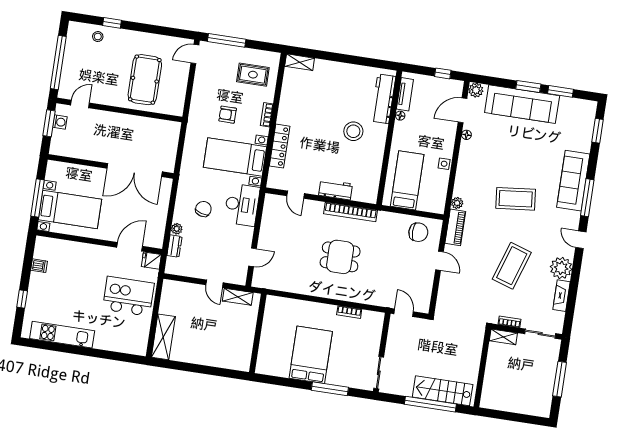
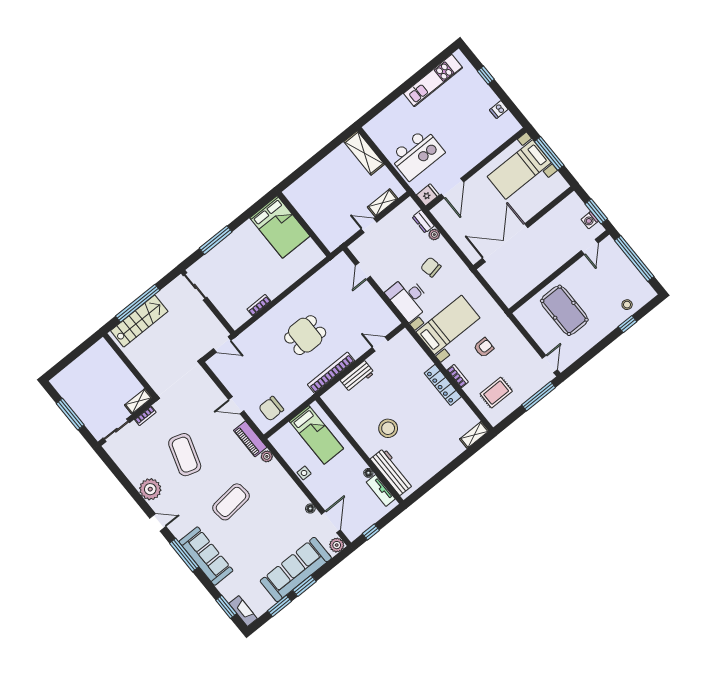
locker: (280, 146) -> (443, 385), moved
chair: (203, 209) -> (431, 267), turned 153
fireplace: (562, 296) -> (243, 611), moved
shelving: (238, 297) -> (383, 203), moved
bed: (311, 355) -> (280, 227), moved

